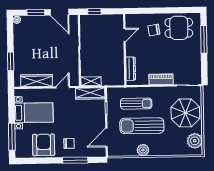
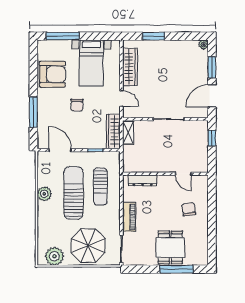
dining table: (179, 28) -> (170, 247), moved
chair: (69, 143) -> (77, 105), moved

